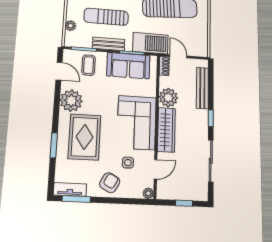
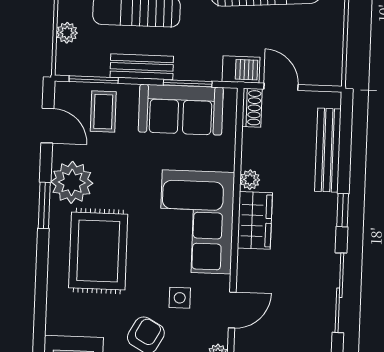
barbecue: (150, 43) -> (241, 69), width x0.53, depth x0.65
plant: (168, 98) -> (250, 180), width x0.53, depth x0.53
wardrobe: (166, 130) -> (255, 220), width x0.67
window: (54, 145) -> (44, 205), moved

